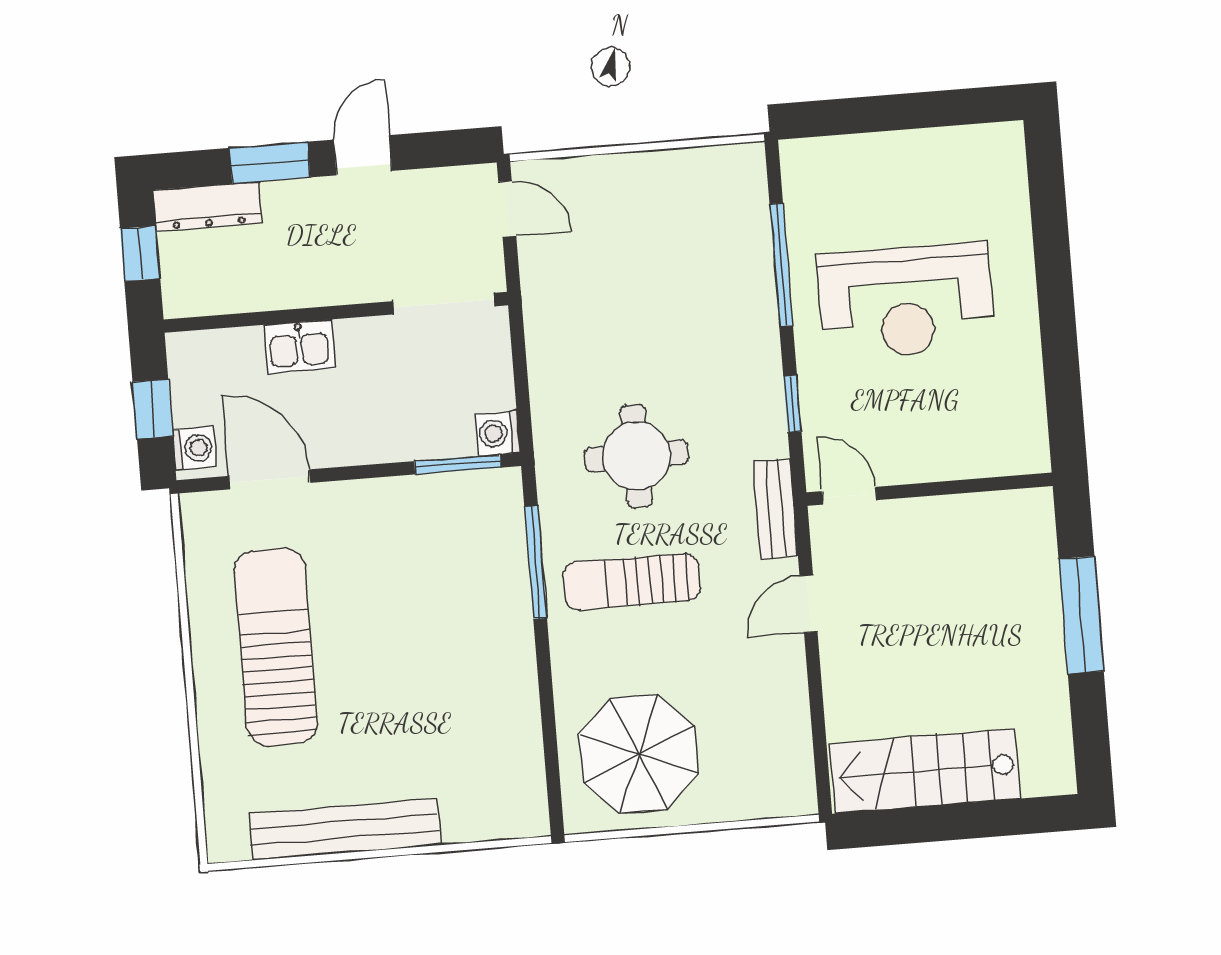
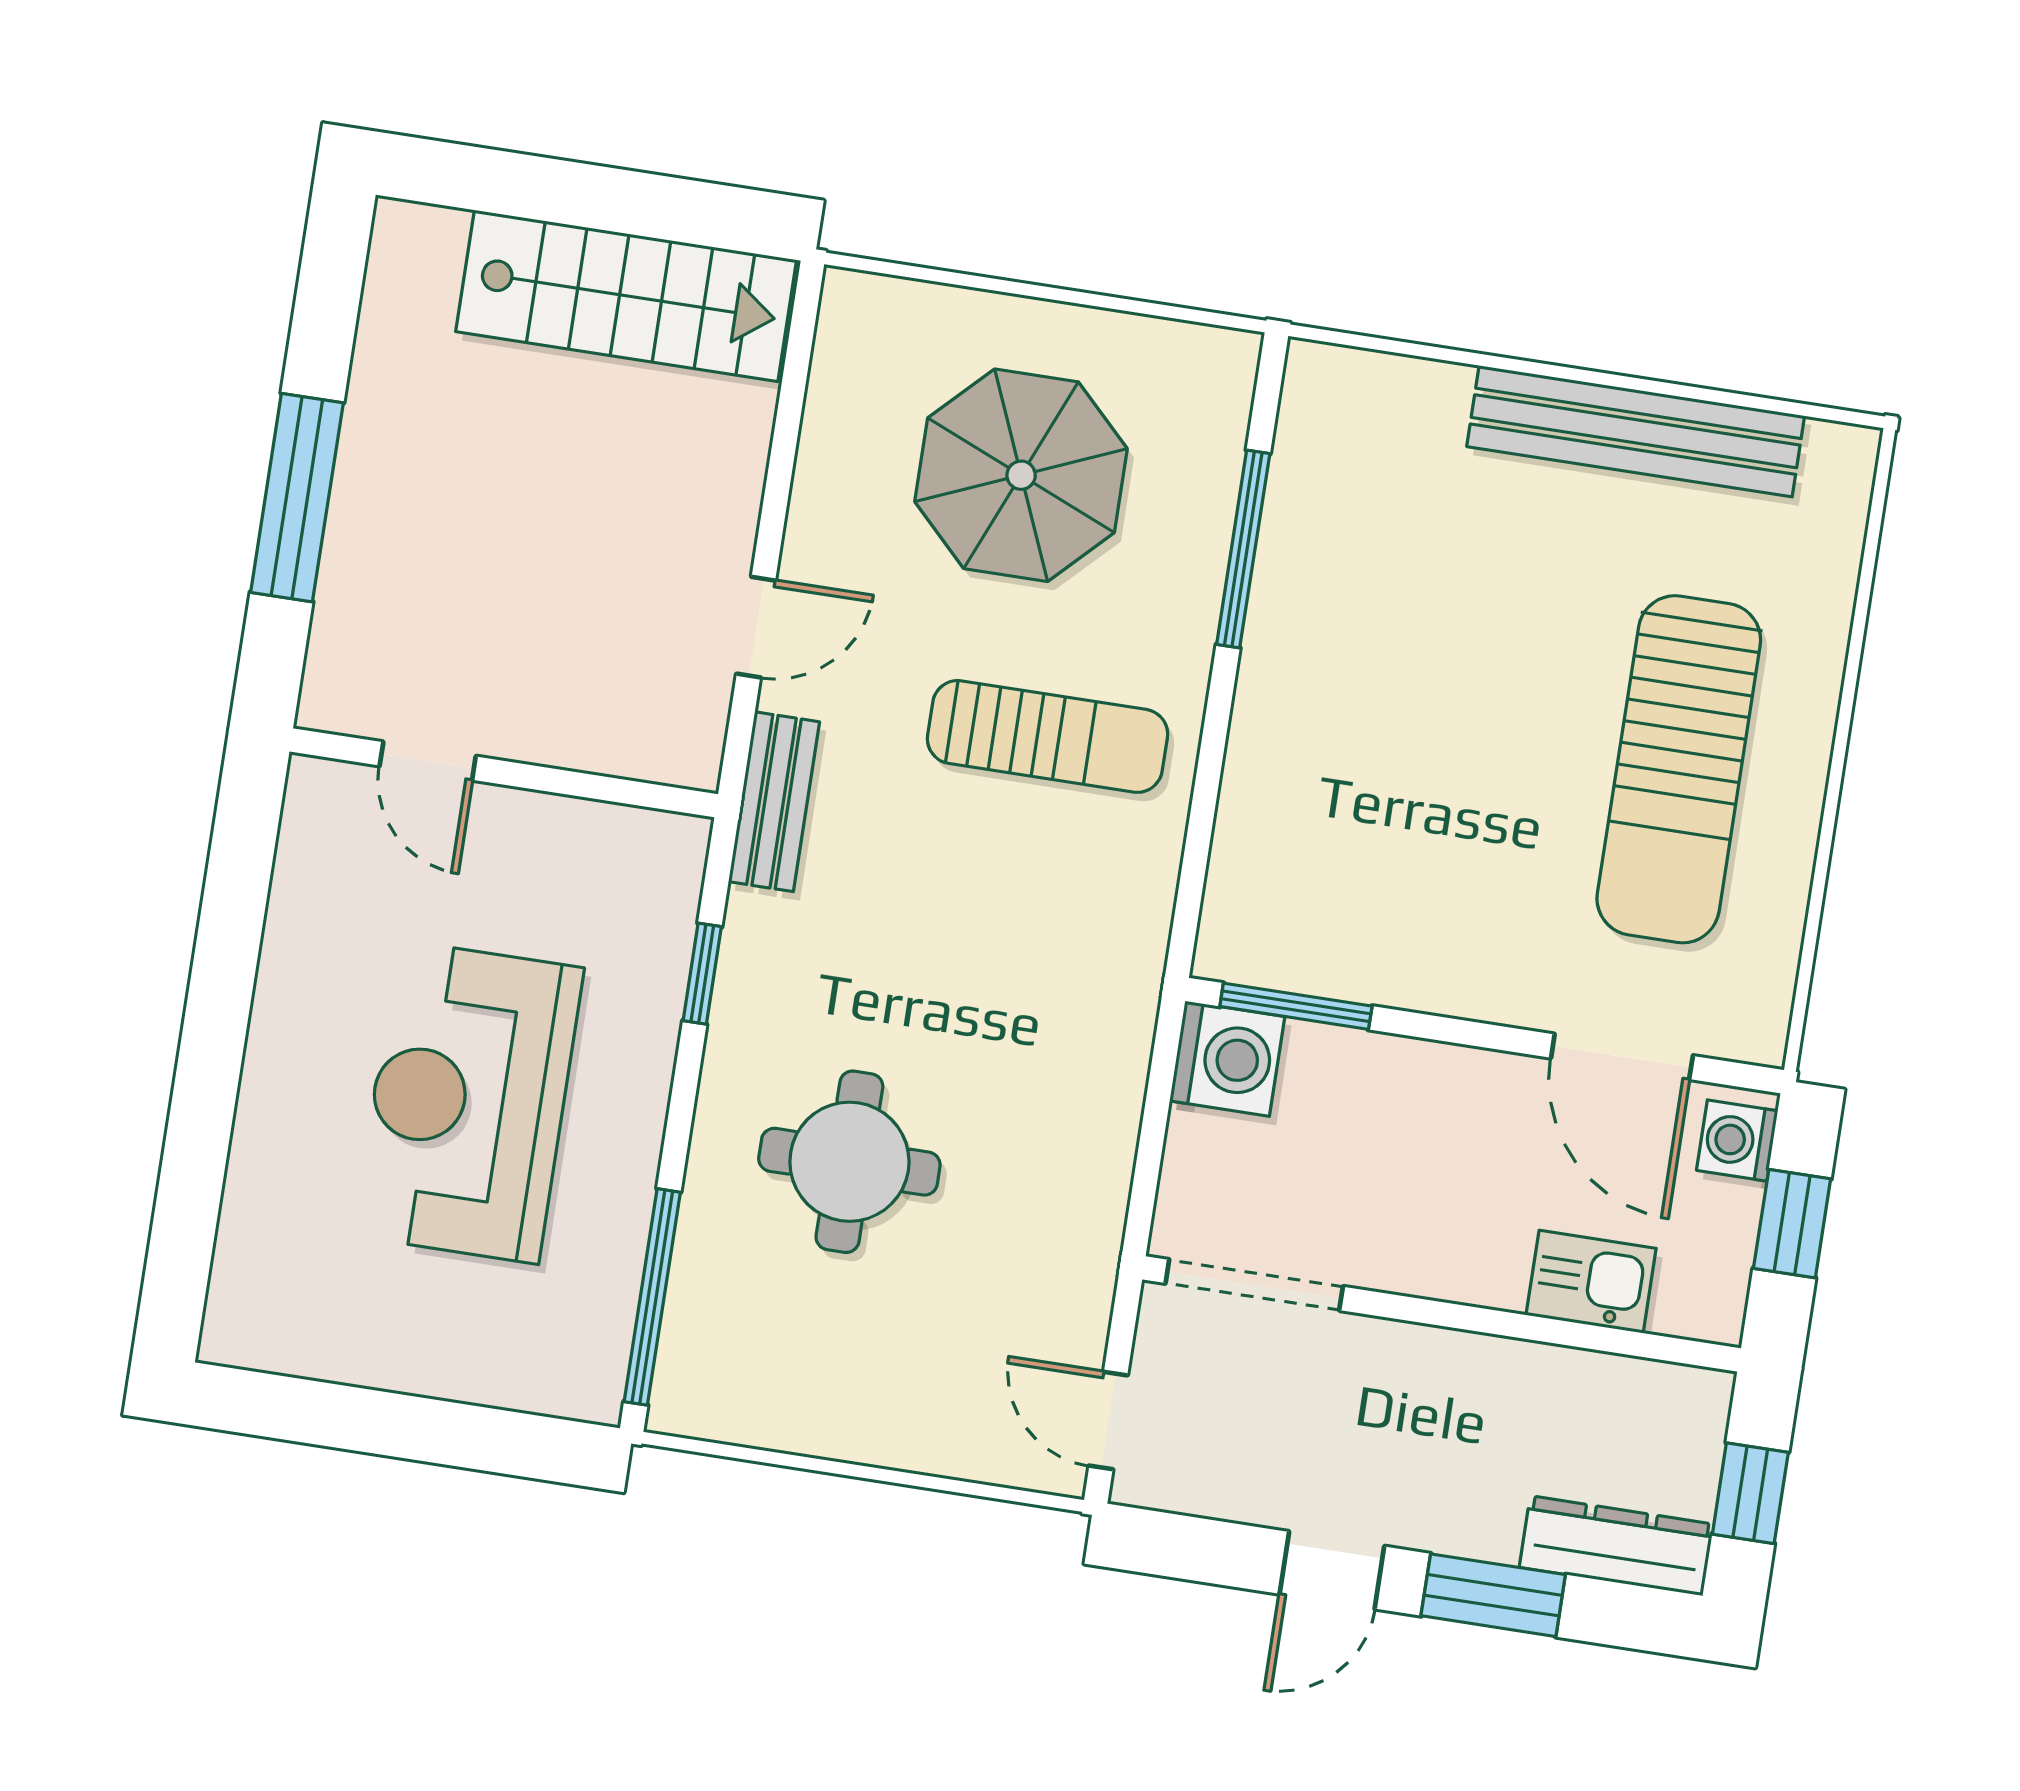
window: (781, 265) -> (652, 1297), moved
reception desk: (906, 301) -> (468, 1102), turned -90
kitchen sink: (299, 347) -> (1591, 1282), moved
washing machine: (497, 433) -> (1227, 1059), width x1.38, depth x1.38
round table: (637, 456) -> (849, 1162), moved
door: (849, 496) -> (428, 761), moved
window: (536, 562) -> (1243, 549), moved
parasol: (639, 754) -> (1021, 475), moved

